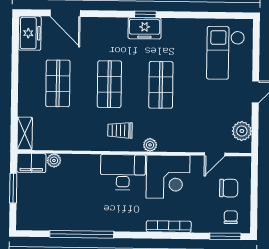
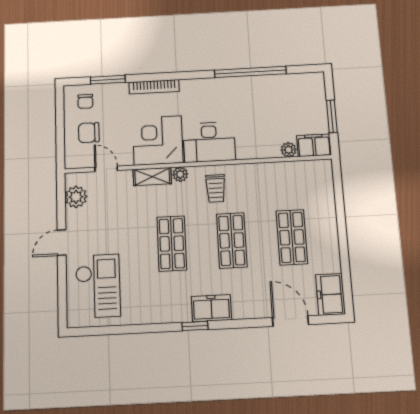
freezer: (145, 28) -> (211, 308), moved
trolley: (120, 130) -> (216, 188), turned 90
shelving: (25, 133) -> (152, 177), moved, turned 90
door: (215, 154) -> (106, 169), hinge flipped
window: (225, 236) -> (108, 80), moved

